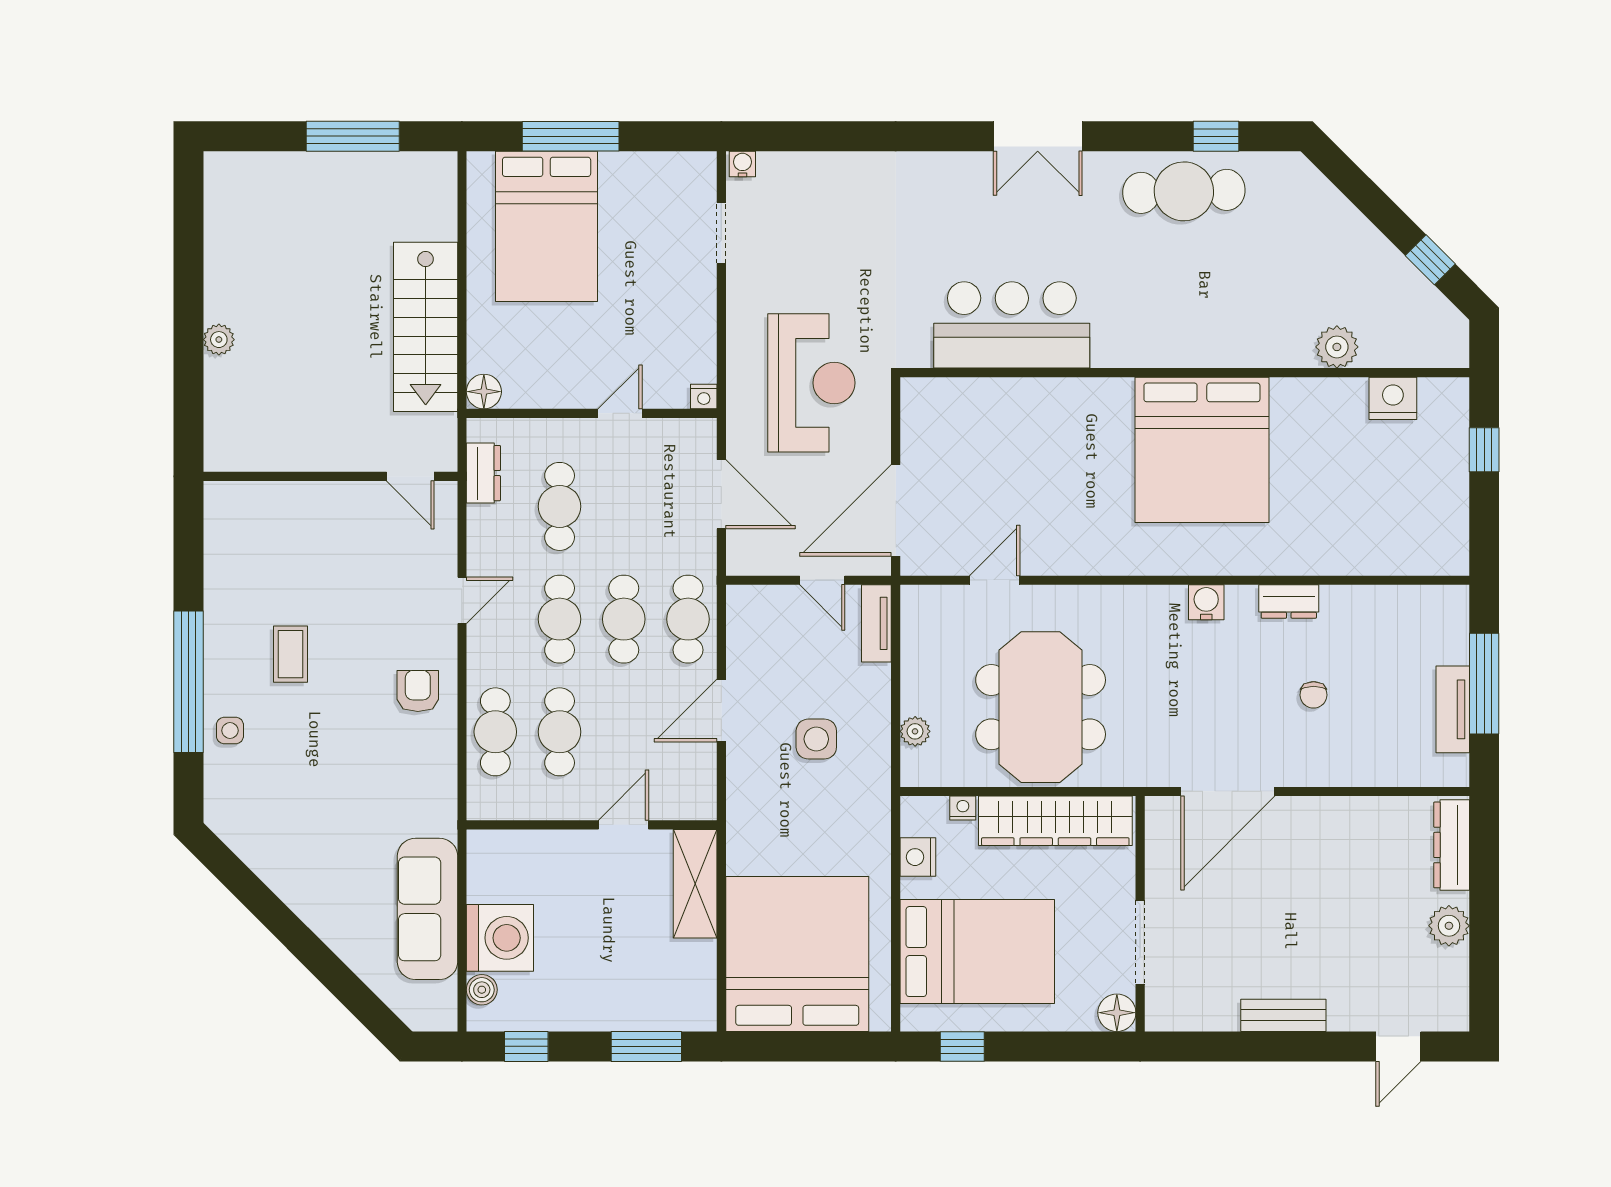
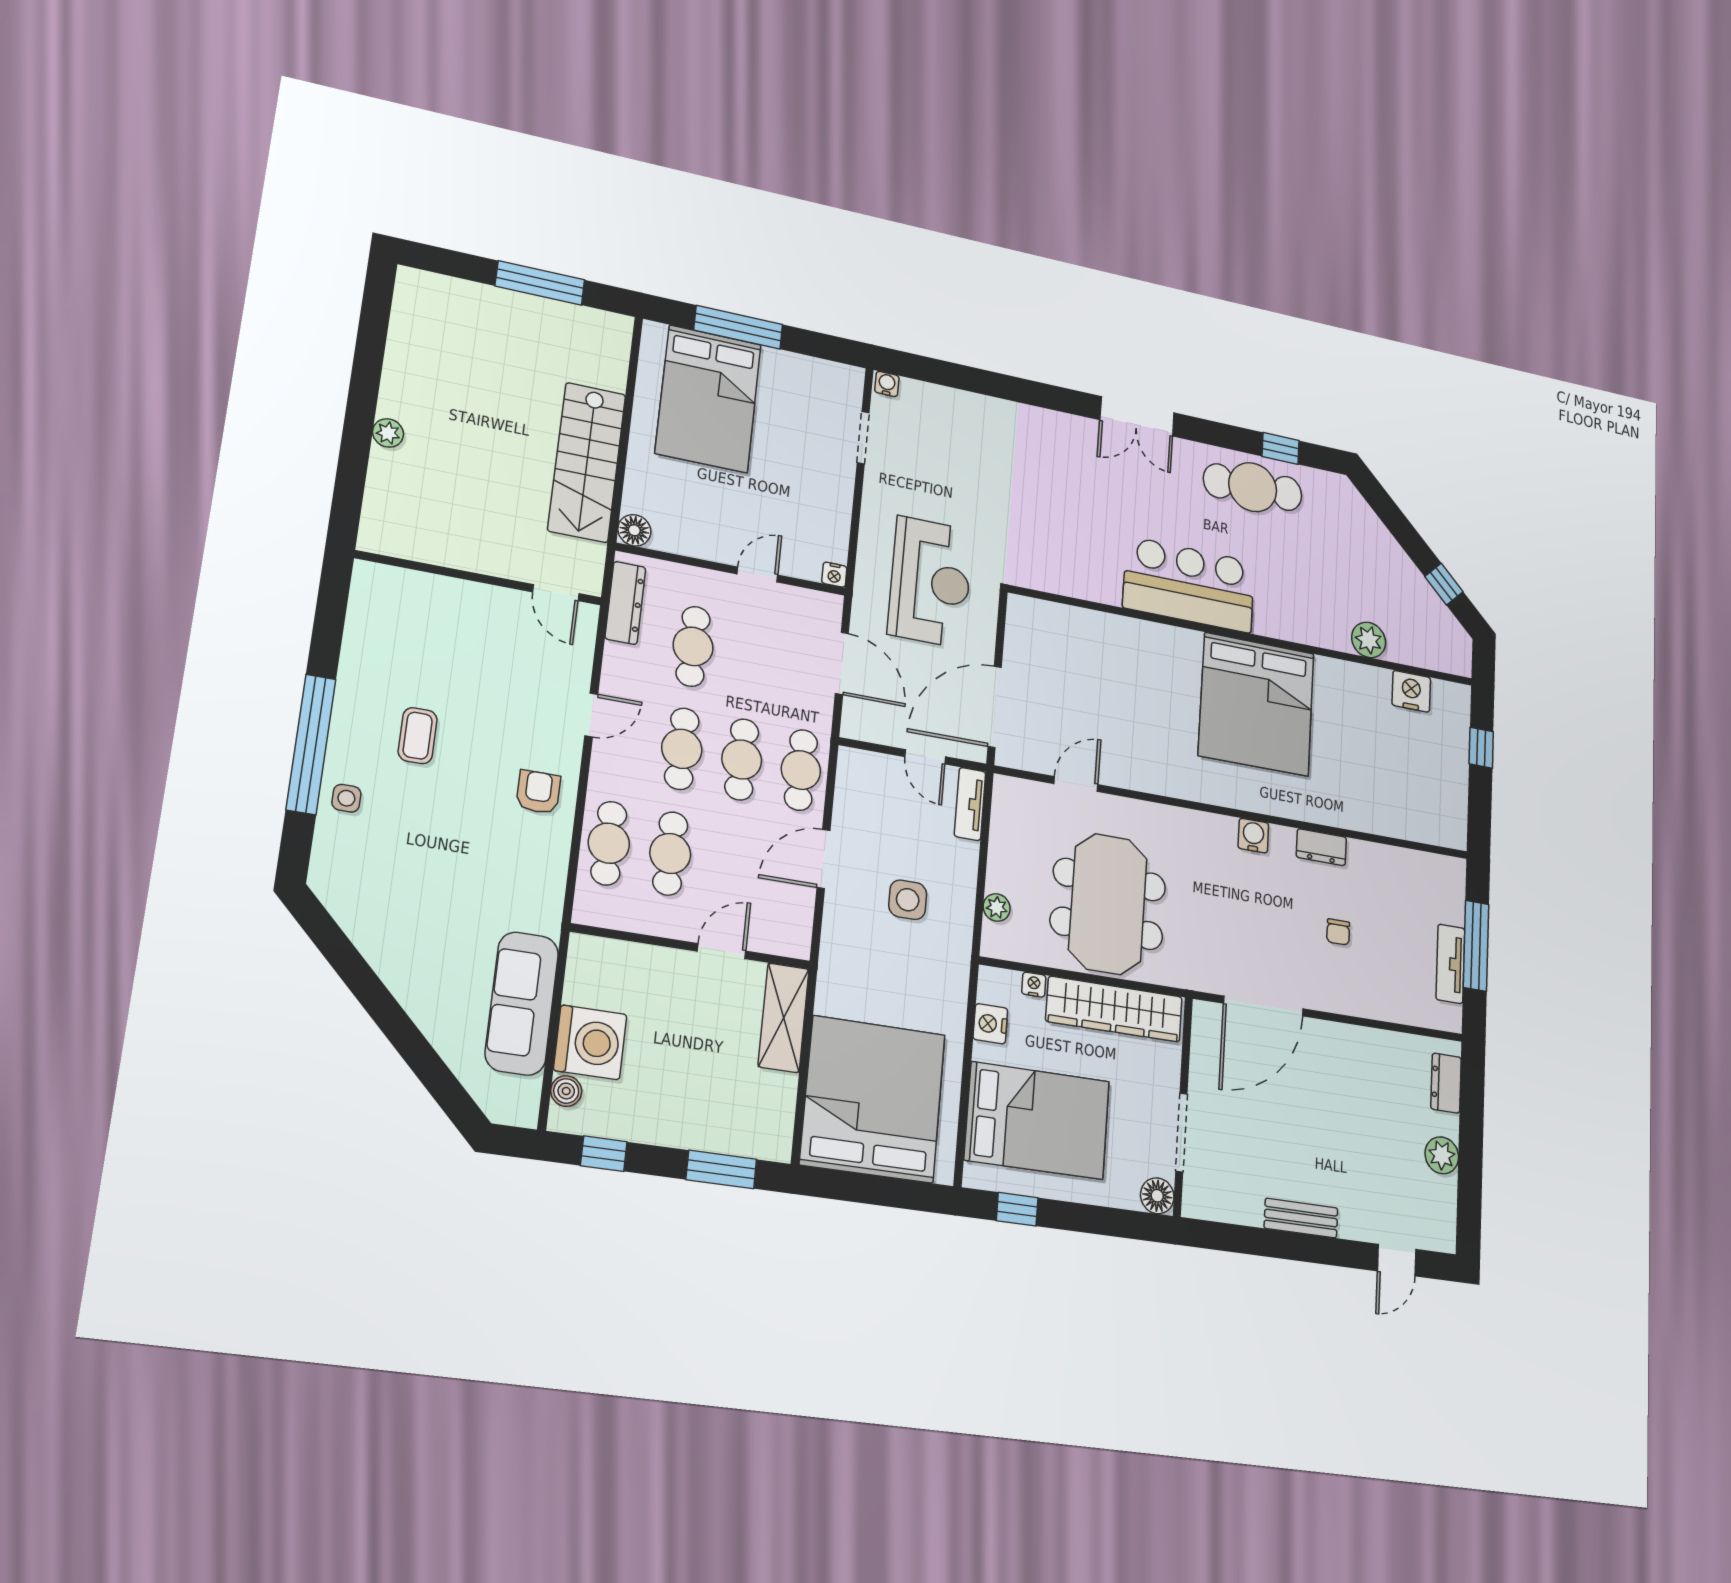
bar counter: (1012, 325) -> (1189, 585), moved
dresser: (483, 473) -> (625, 603), width x1.44
dresser: (1452, 845) -> (1446, 1083), width x0.70

